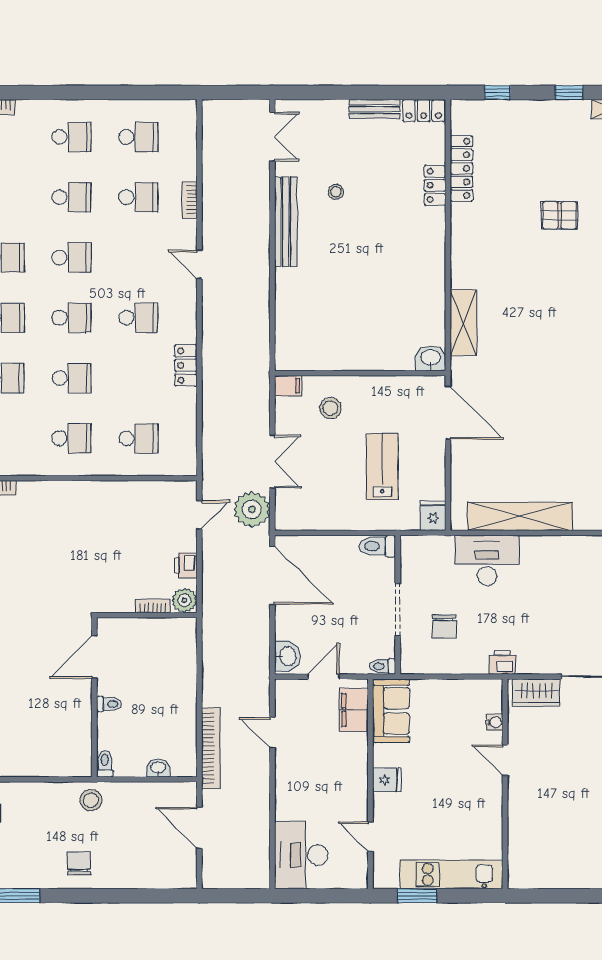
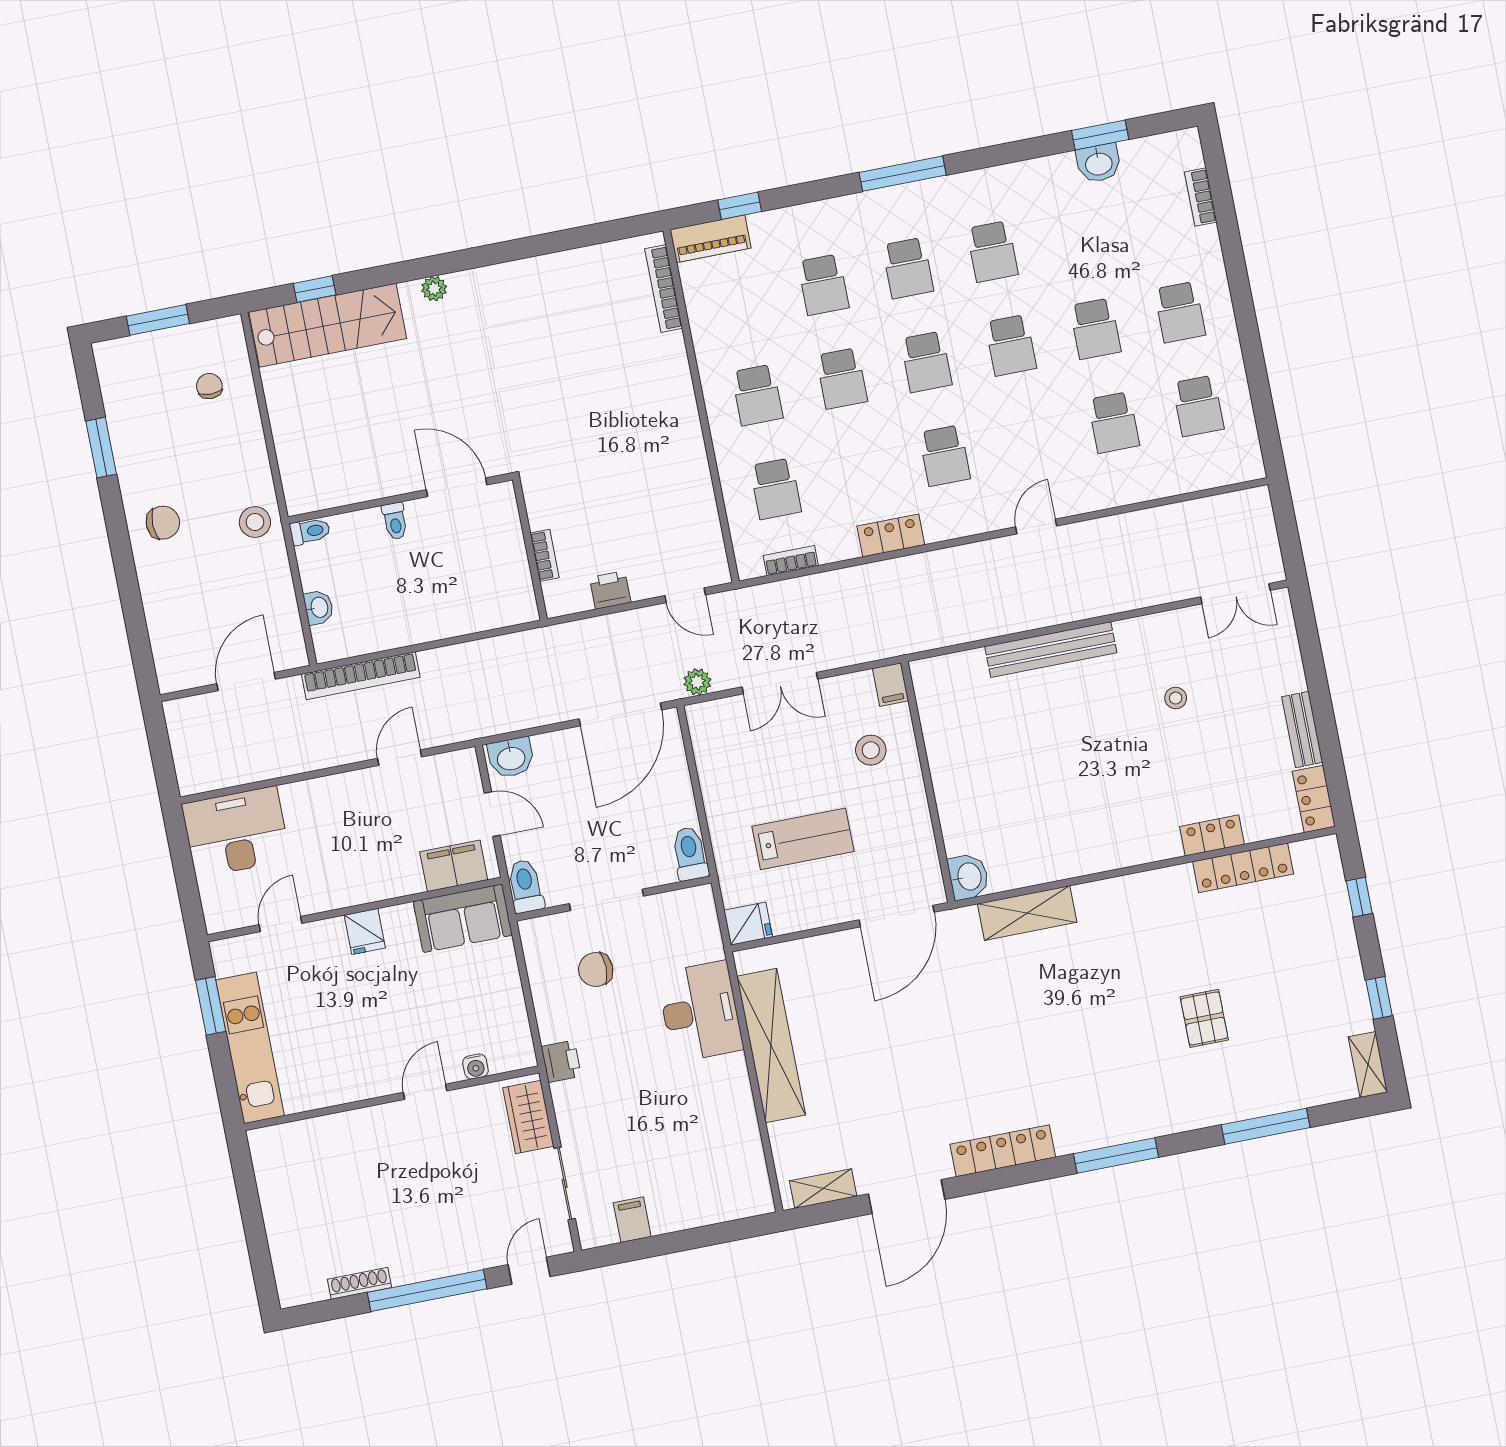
bookcase: (190, 200) -> (791, 561), moved
bench: (286, 222) -> (1051, 650), moved
plant: (252, 510) -> (697, 682), width x0.53, depth x0.53
plant: (185, 600) -> (561, 598), removed
toilet: (382, 666) -> (526, 886), width x1.37, depth x1.39

